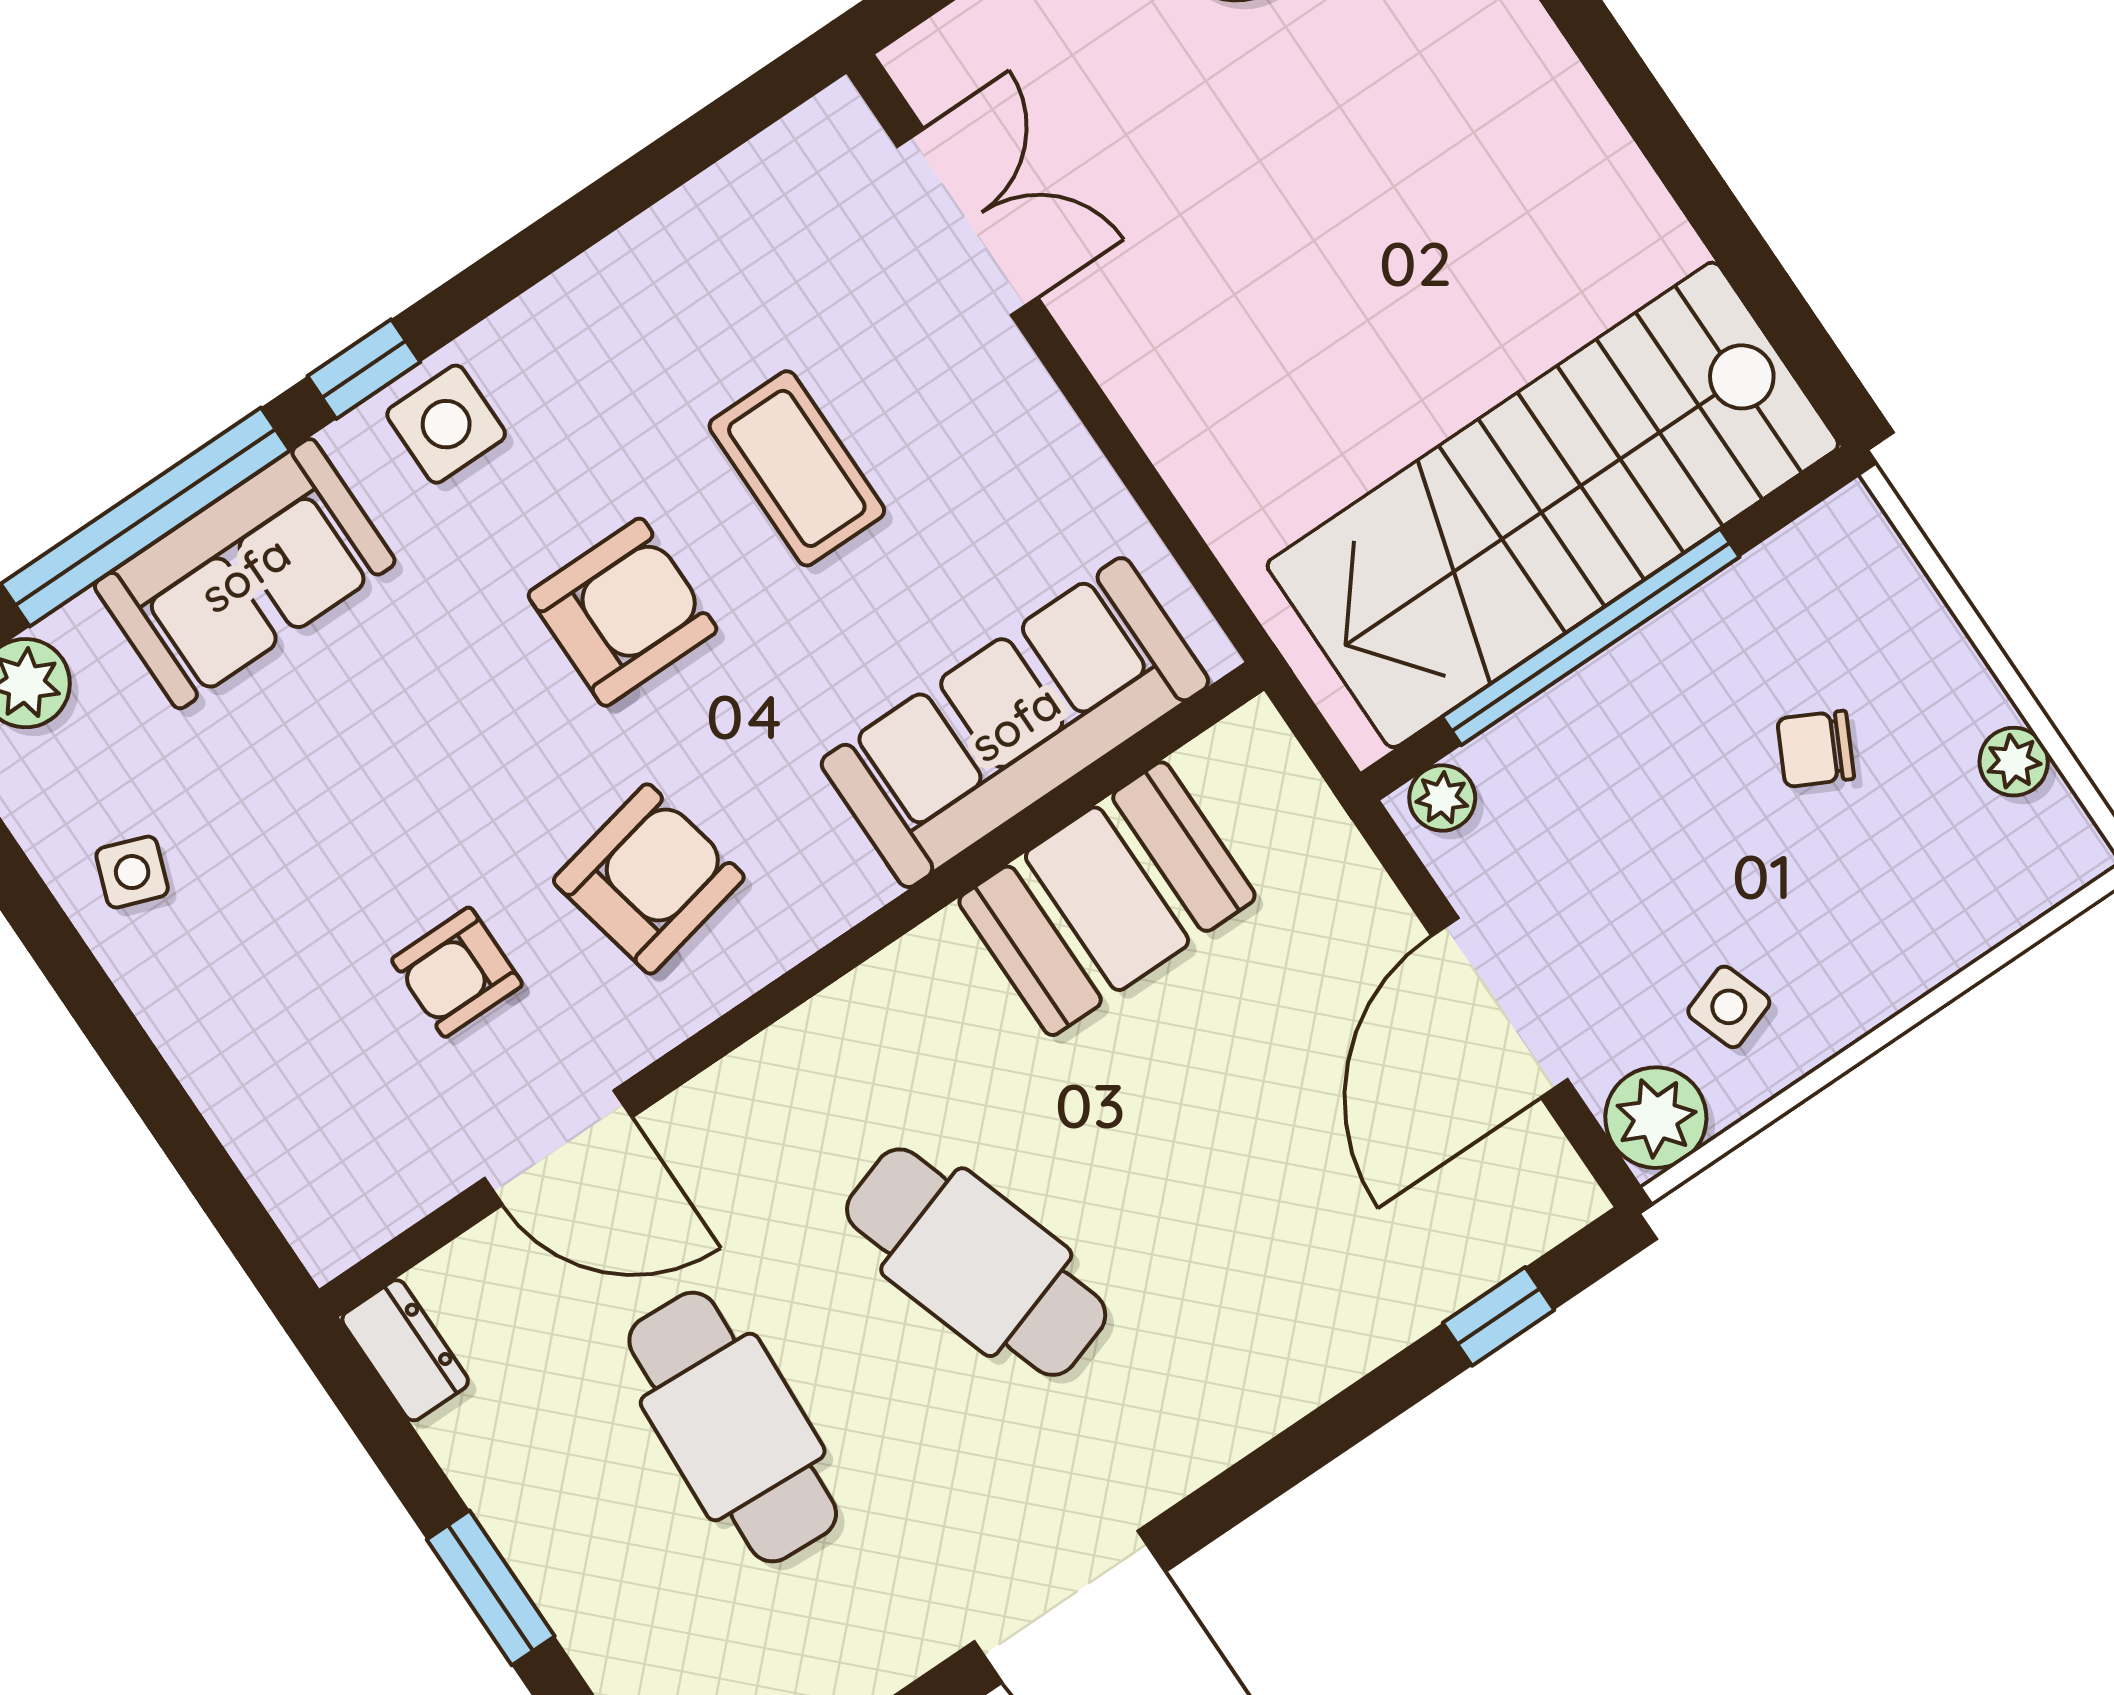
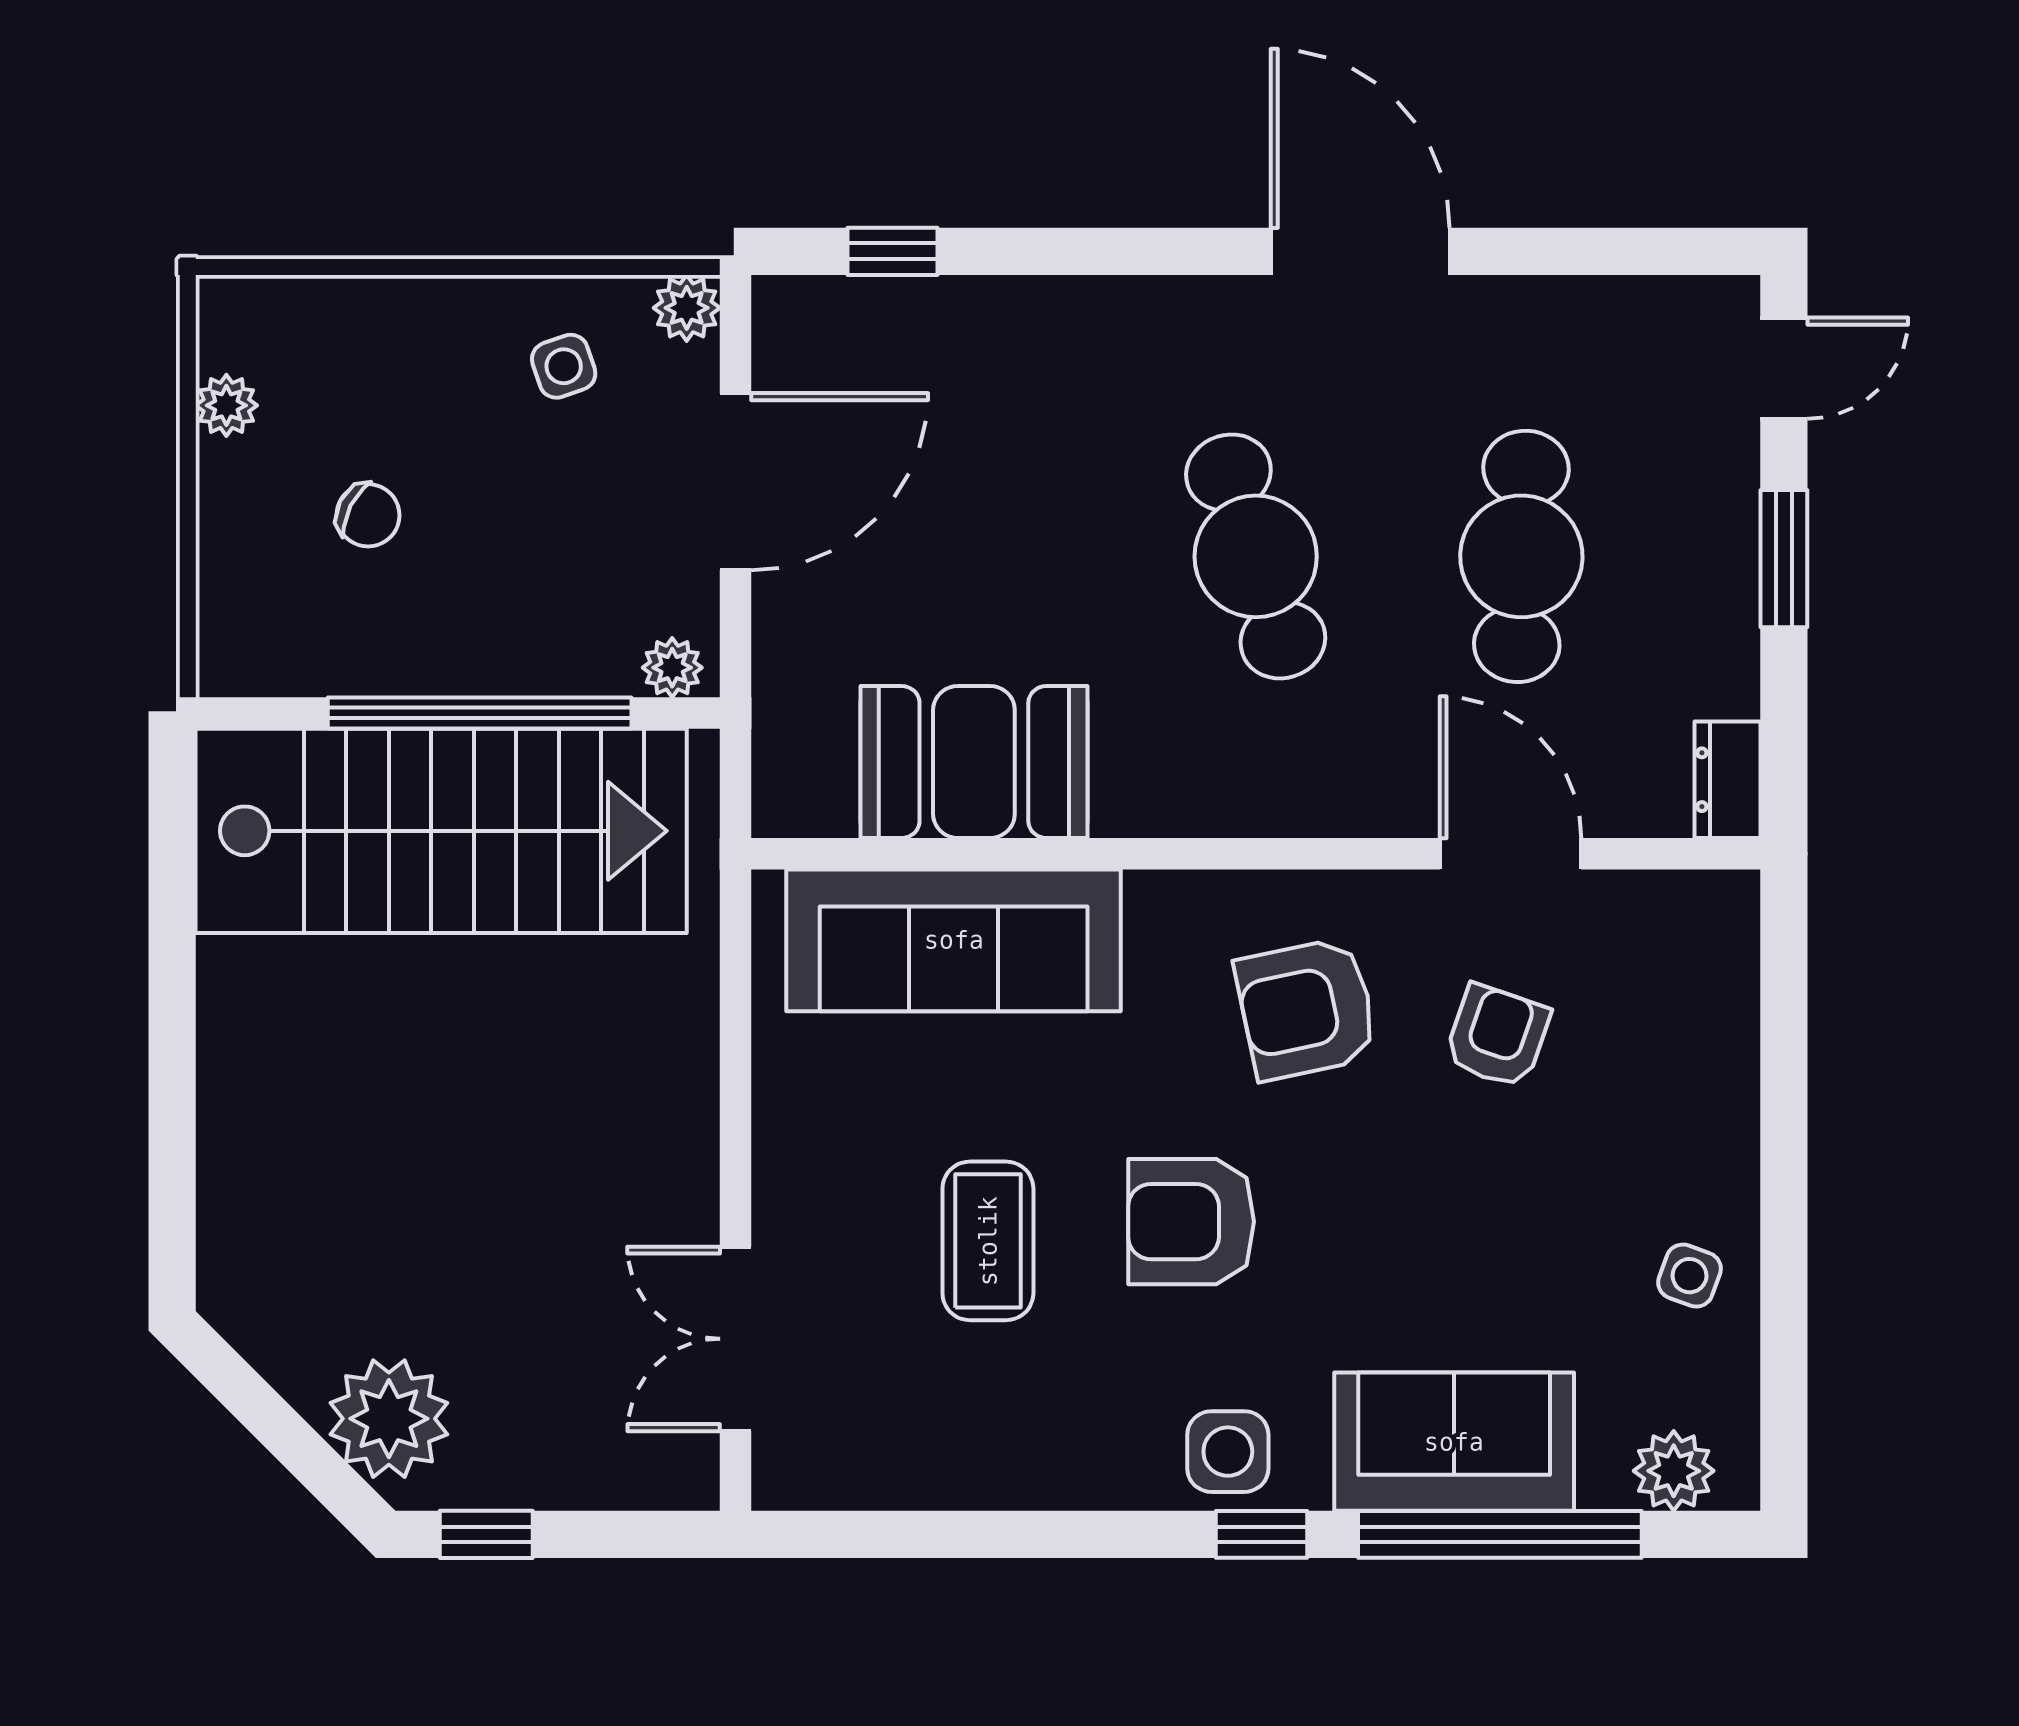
armchair: (457, 972) -> (1497, 1036), turned -71
plant: (1656, 1118) -> (687, 308), width x0.73, depth x0.73

